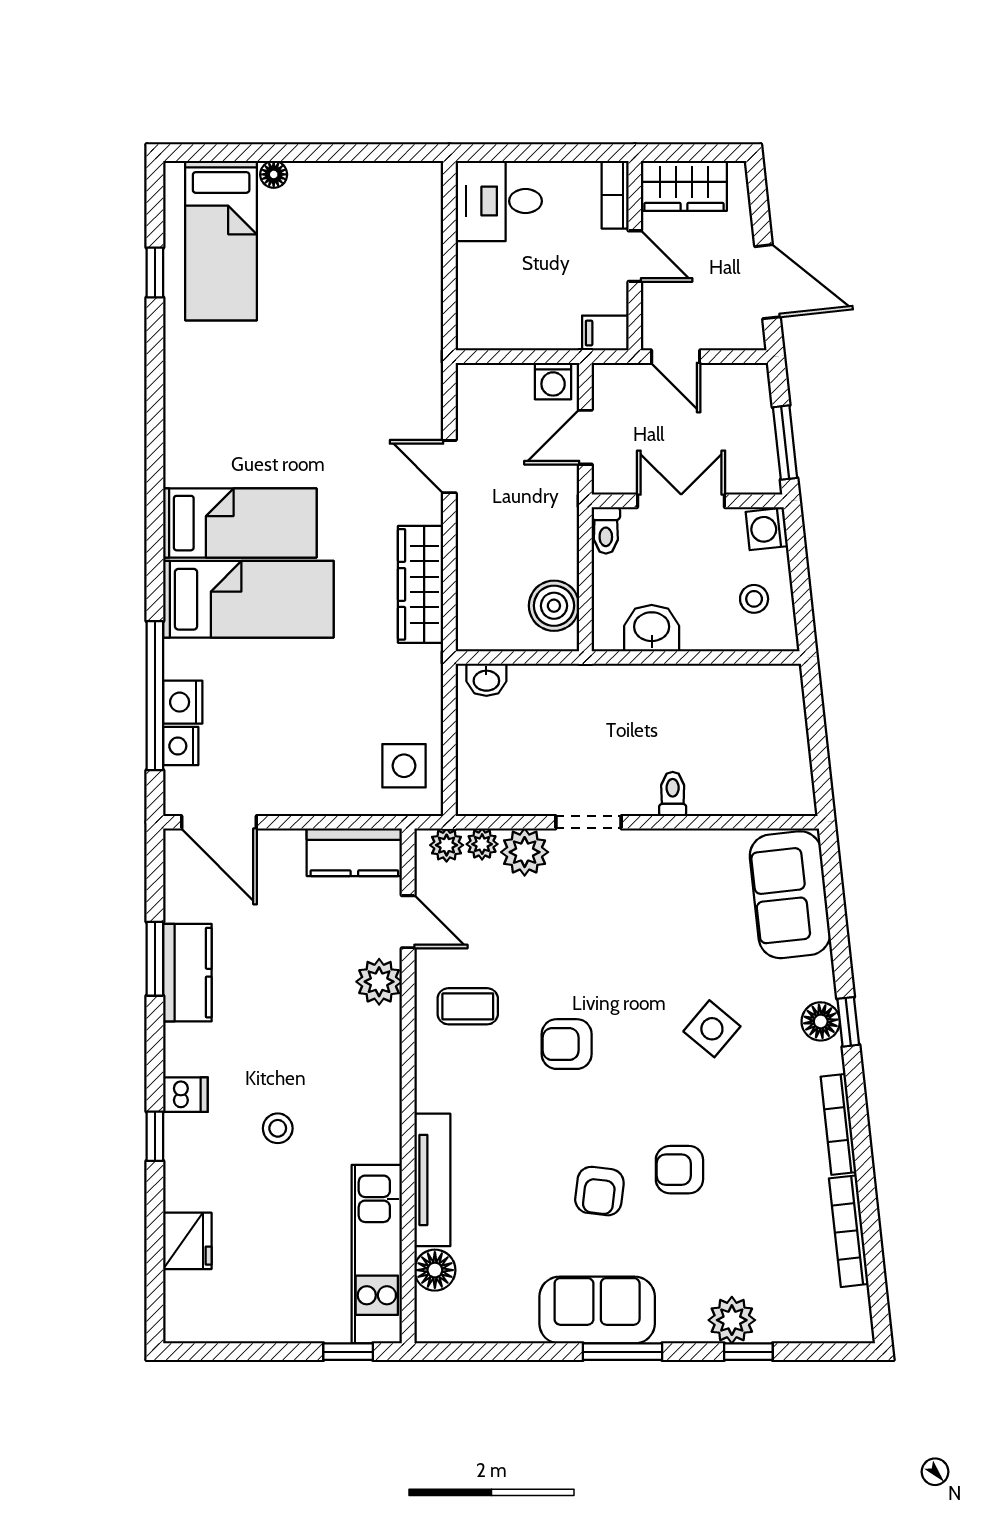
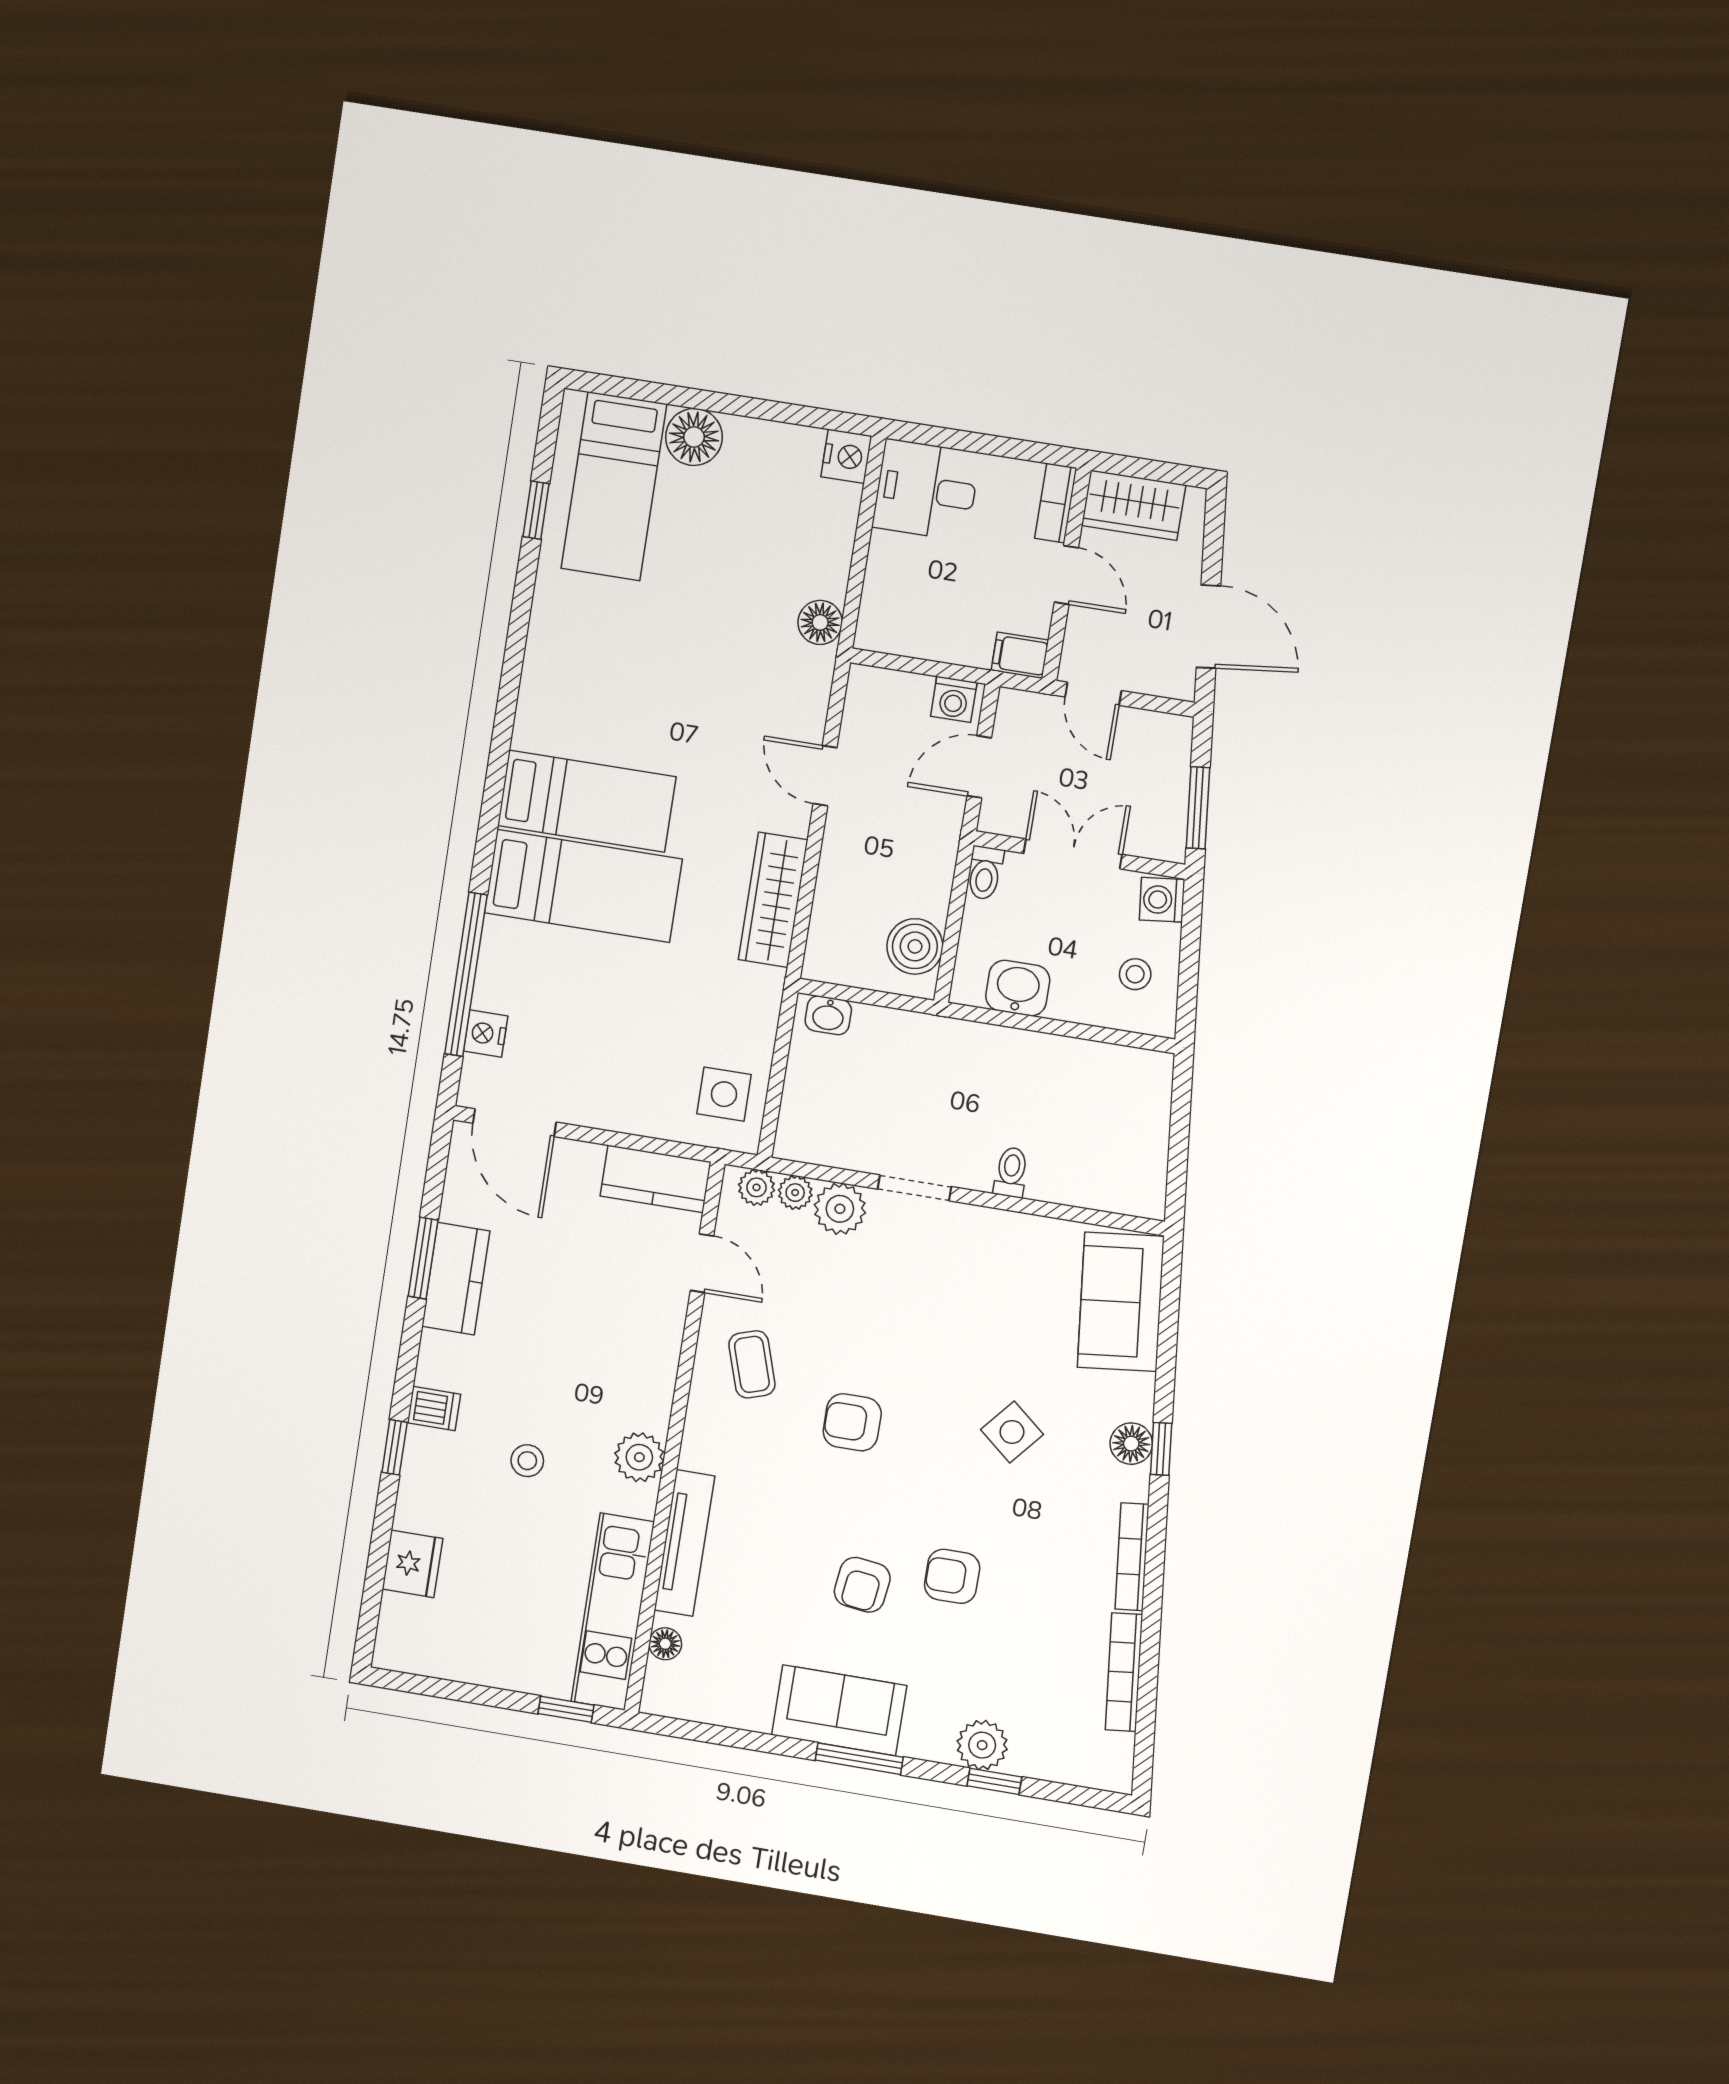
floor lamp: (274, 174) -> (694, 437), width x1.89, depth x1.89
floor lamp: (423, 332) -> (820, 622), added
nightstand: (183, 702) -> (846, 456), moved, turned 180
plant: (379, 982) -> (639, 1457), moved
coffee table: (468, 1006) -> (752, 1364), turned 72
floor lamp: (435, 1270) -> (665, 1644), width x0.73, depth x0.73

